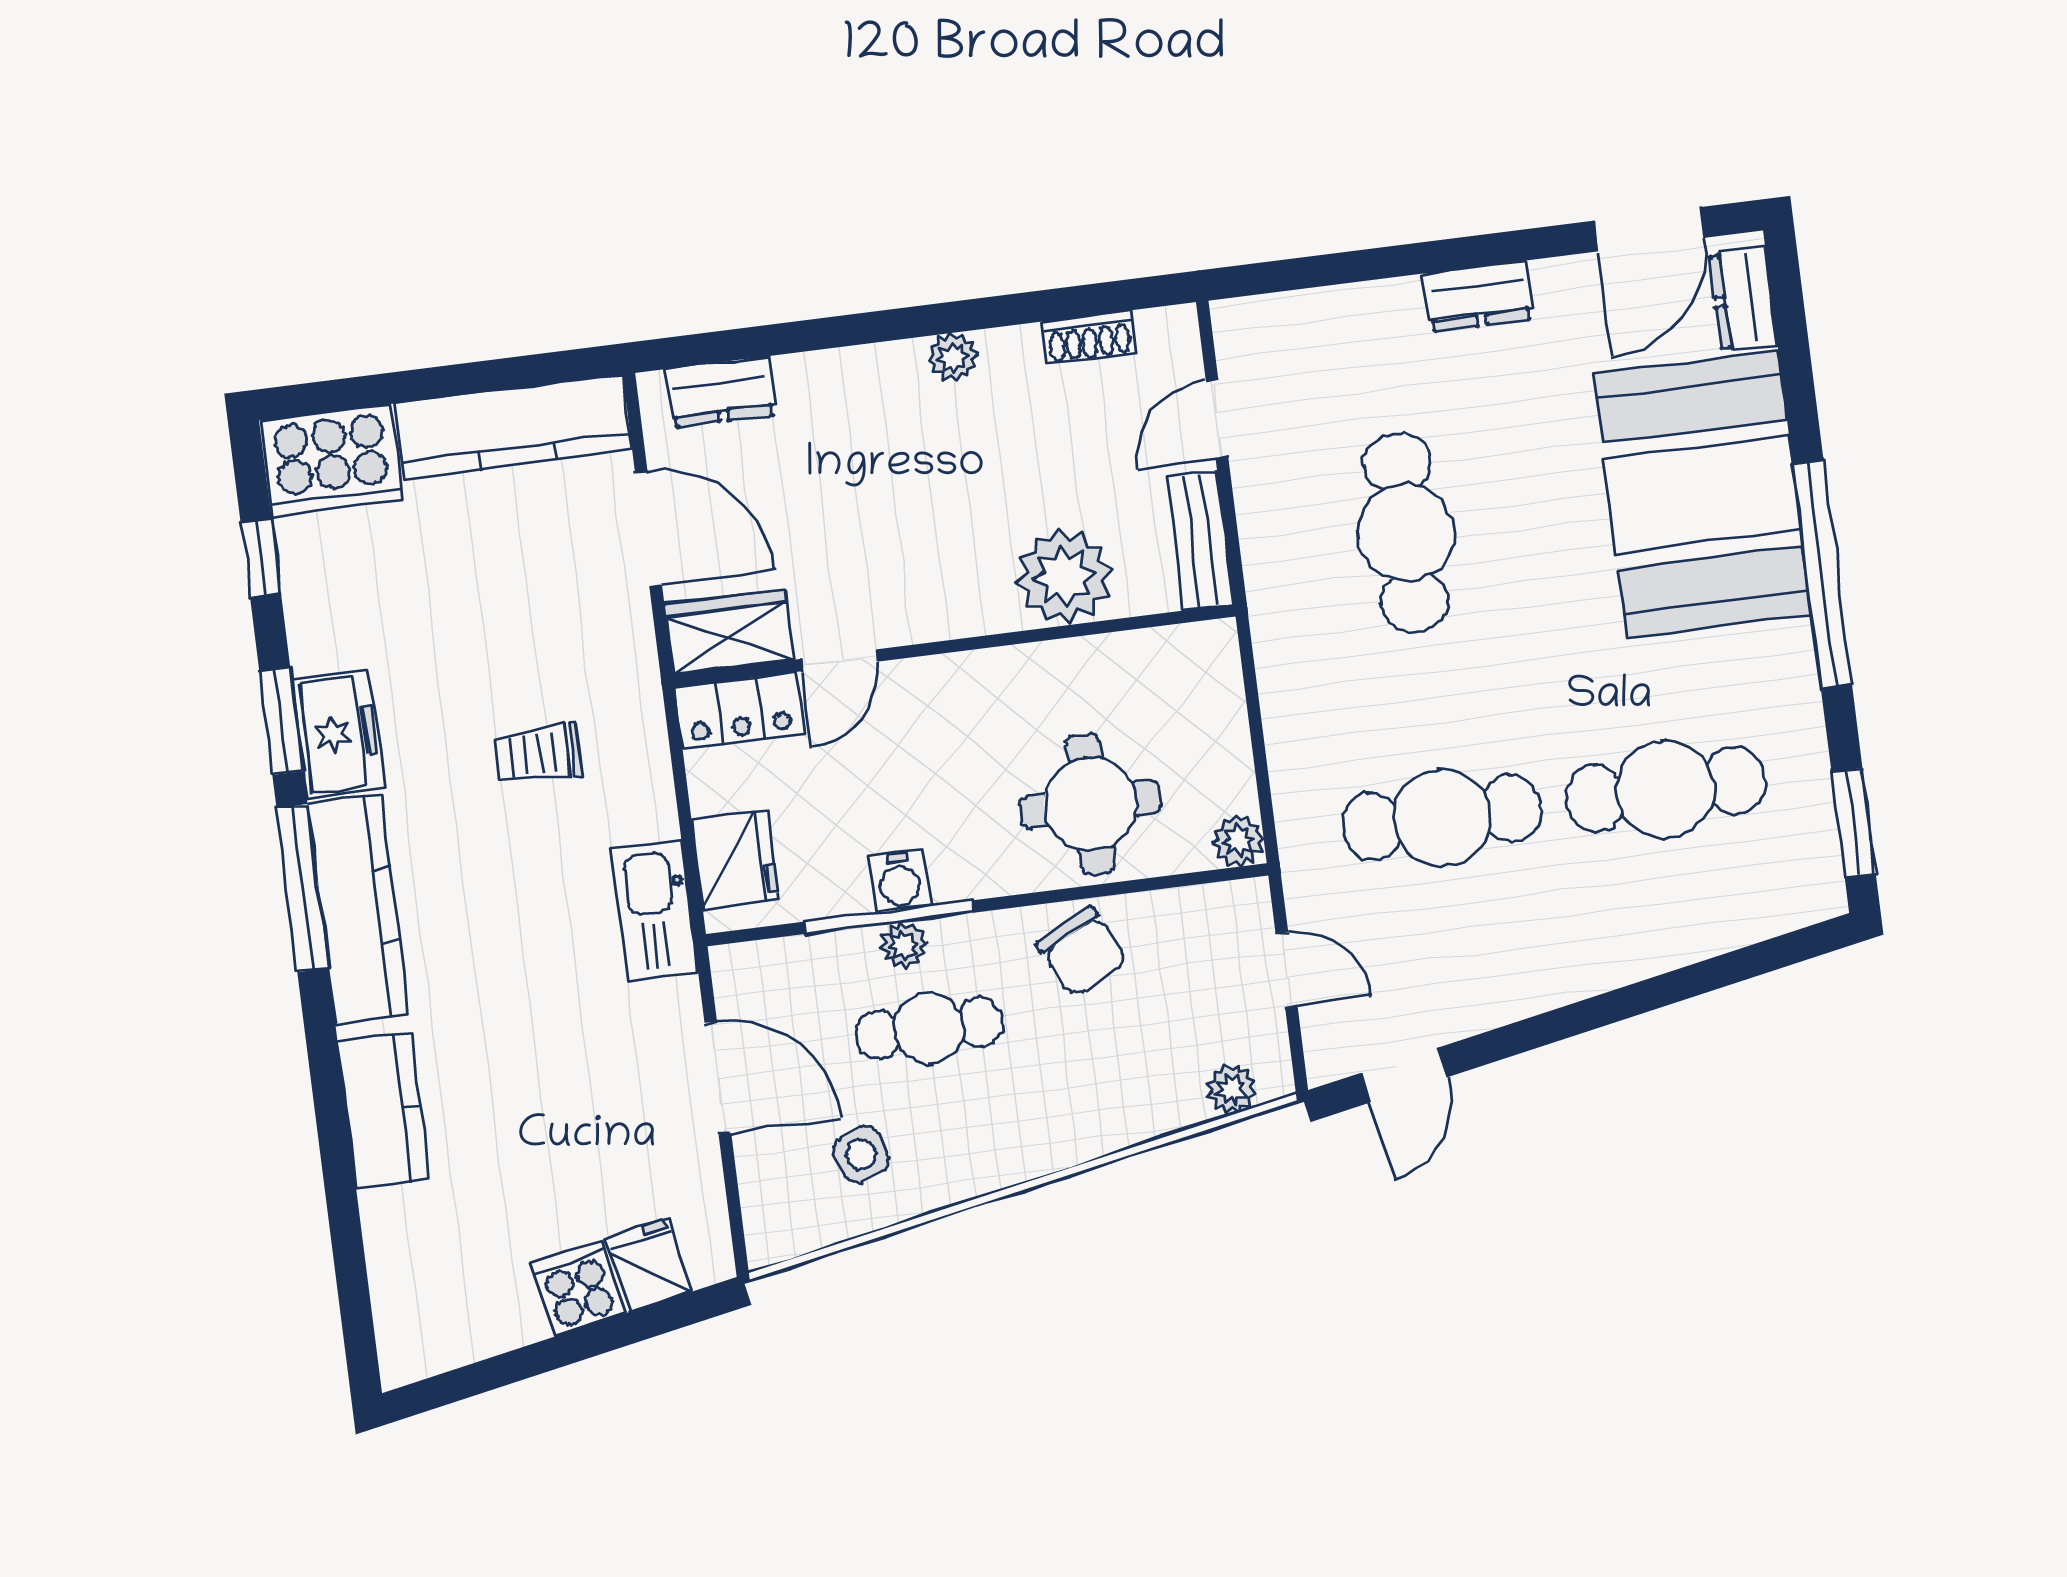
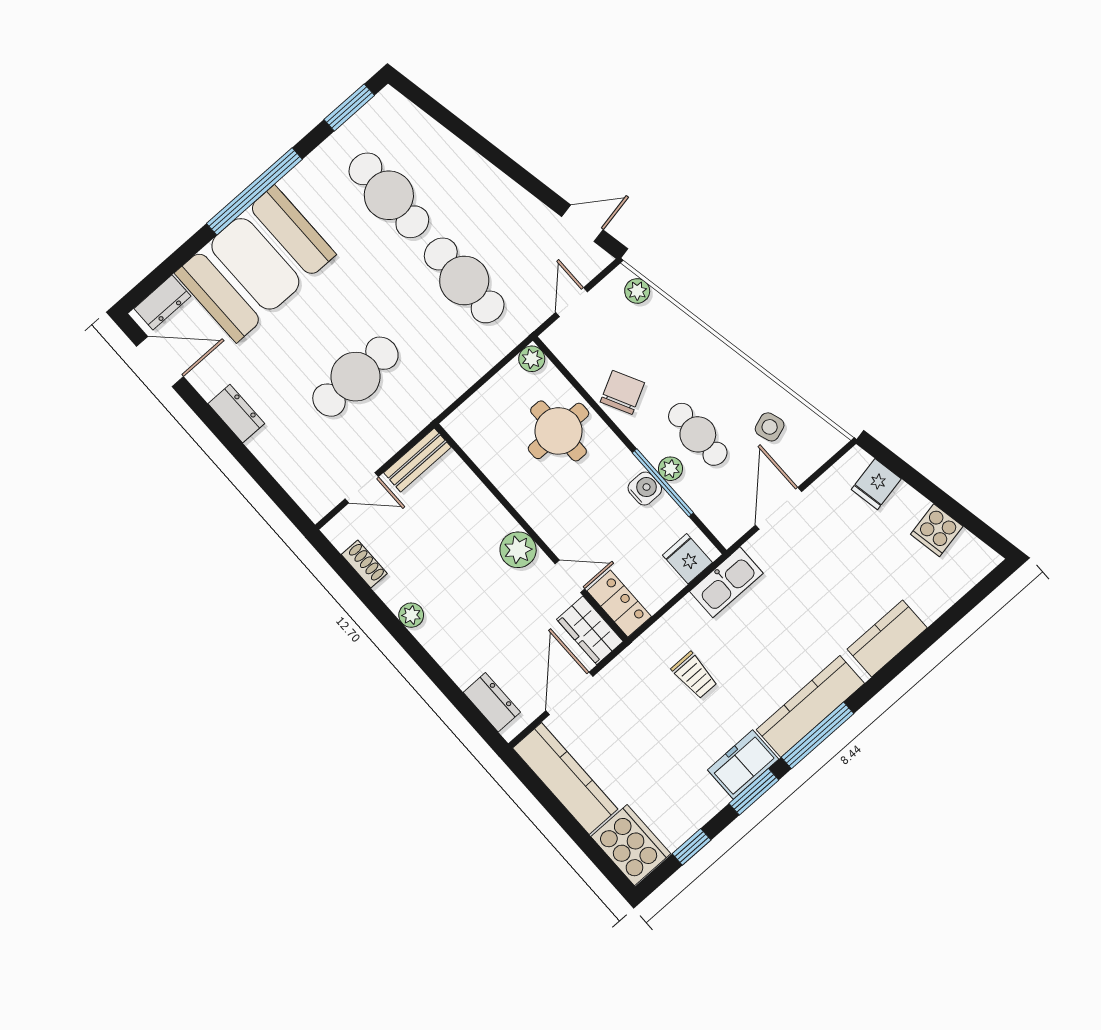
plant: (1064, 577) -> (518, 550), moved, width x0.73, depth x0.73
fridge: (735, 860) -> (687, 559), width x0.72
cooker: (578, 1289) -> (937, 530), moved

